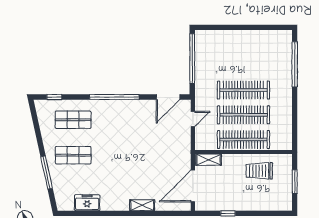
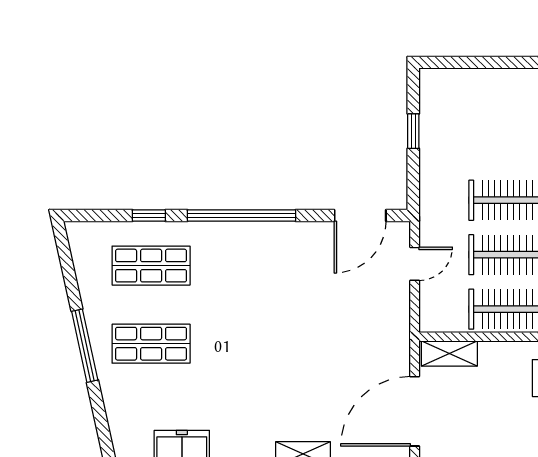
window: (192, 59) -> (413, 131), width x0.32
window: (54, 97) -> (149, 216), moved
window: (47, 172) -> (85, 346), moved

